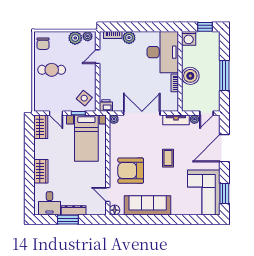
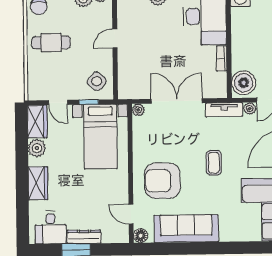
door: (98, 57) -> (115, 38), moved
boiler: (190, 76) -> (244, 83), moved
printer: (106, 105) -> (127, 91), removed
plant: (40, 146) -> (37, 148), added

